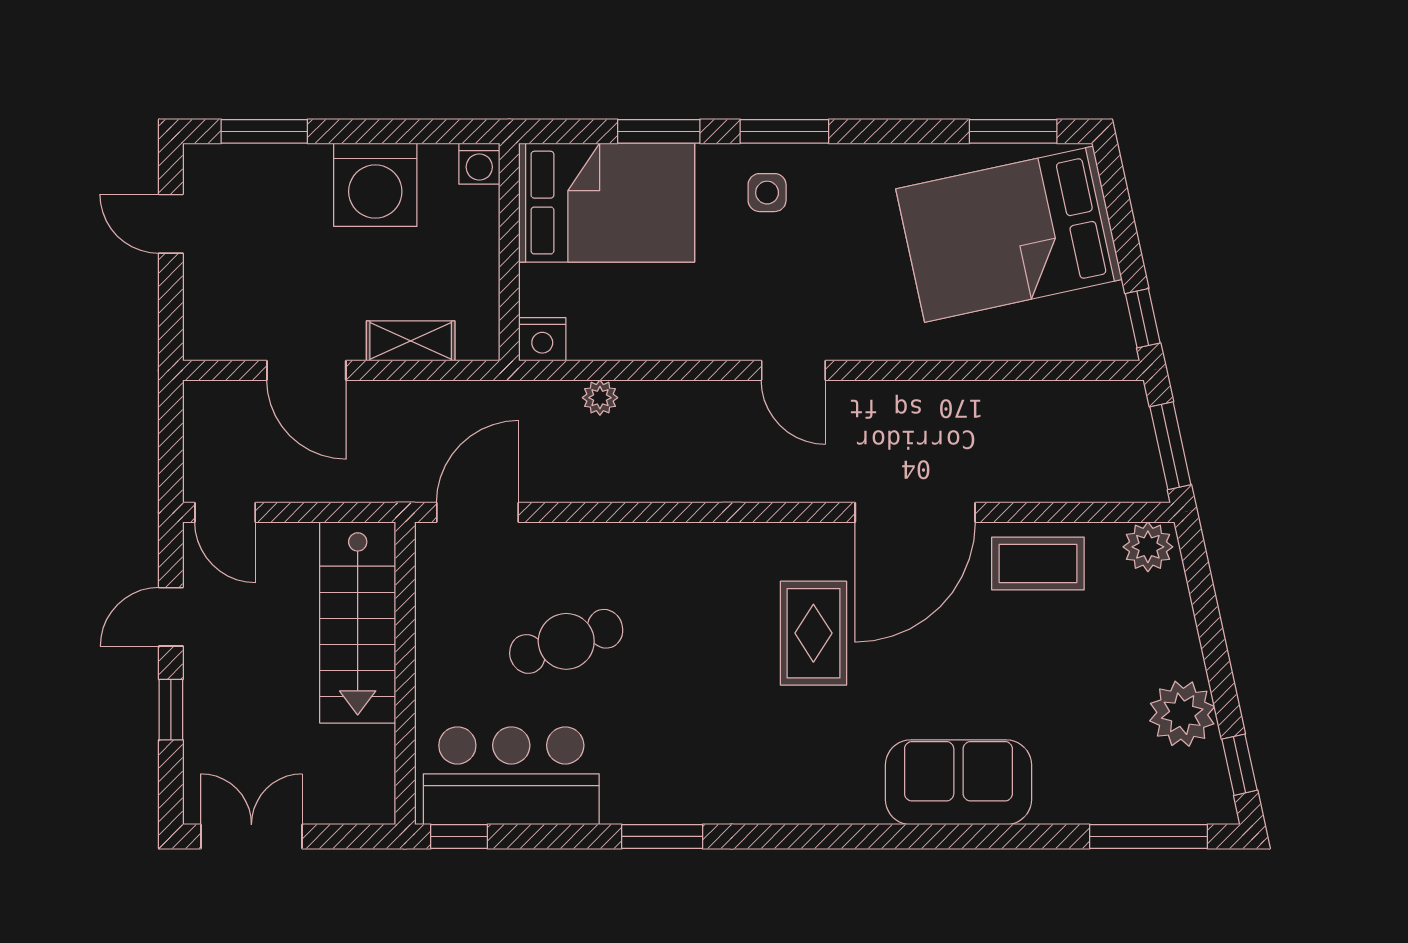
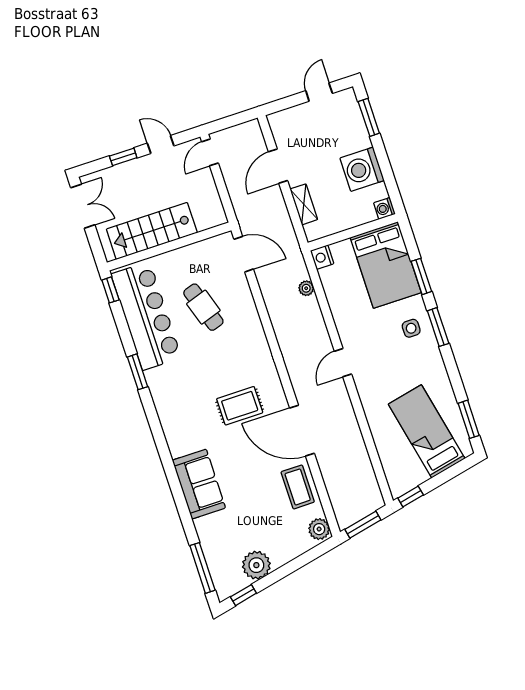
bed: (1009, 234) -> (427, 431), width x0.67
stairs: (358, 622) -> (152, 231), moved
bar counter: (511, 776) -> (146, 316), width x1.36

